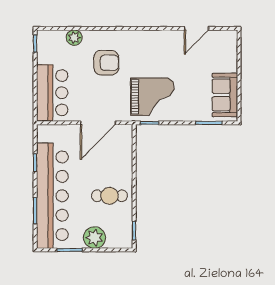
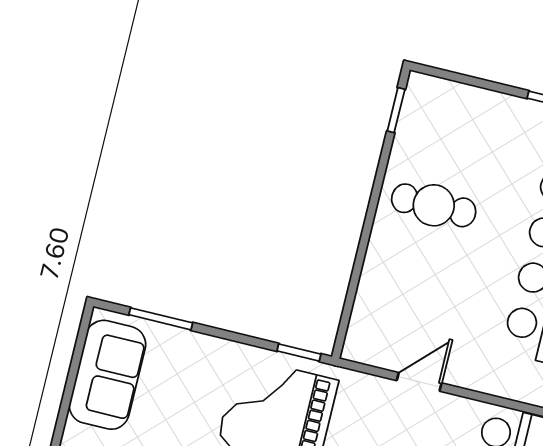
door: (98, 123) -> (419, 382), width x0.53
plant: (94, 238) -> (492, 117), removed

